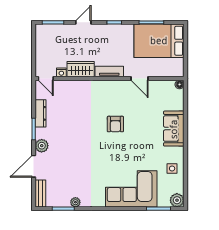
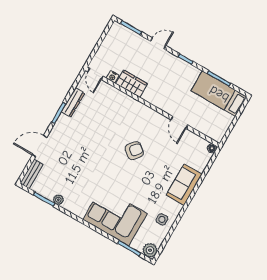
bed: (159, 41) -> (219, 94), width x0.67
tv unit: (109, 72) -> (156, 101), removed
armchair: (115, 124) -> (134, 151), turned -142
plant: (42, 146) -> (57, 132), removed

